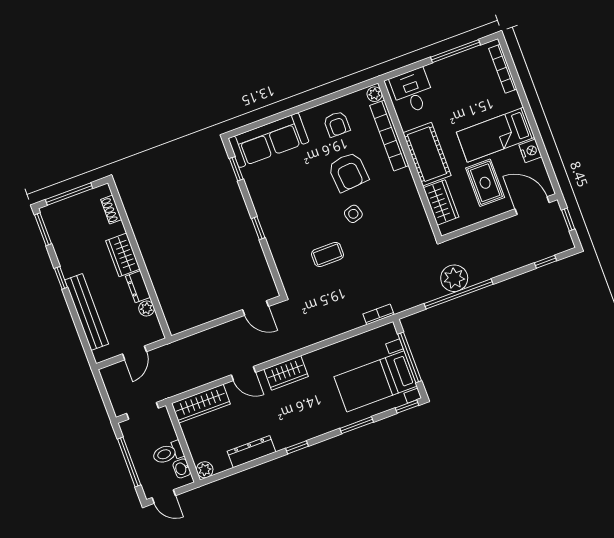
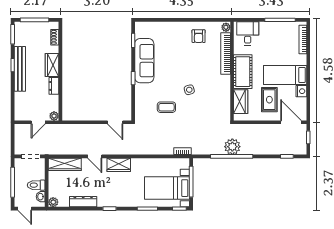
sofa: (269, 140) -> (144, 61), moved, turned -90
armchair: (348, 172) -> (195, 65), removed
plant: (147, 308) -> (54, 116), moved
bench: (87, 312) -> (20, 69), moved

